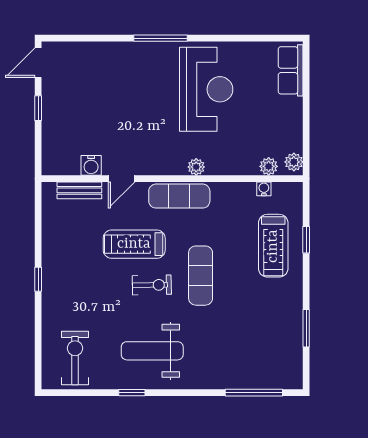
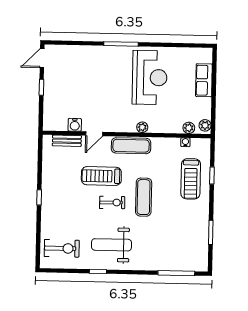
row of seats: (291, 70) -> (204, 80), moved
exercise bike: (75, 358) -> (62, 248), turned 90

